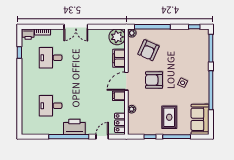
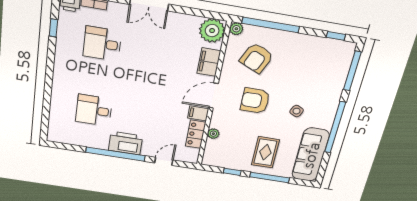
sofa: (200, 119) -> (311, 155), width x1.36
locker: (120, 123) -> (196, 134), moved

